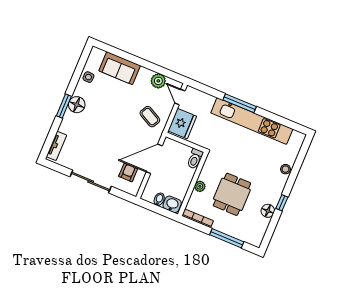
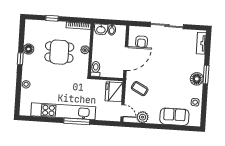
dining table: (232, 194) -> (59, 52), turned 90
window: (227, 238) -> (52, 18), width x0.46

